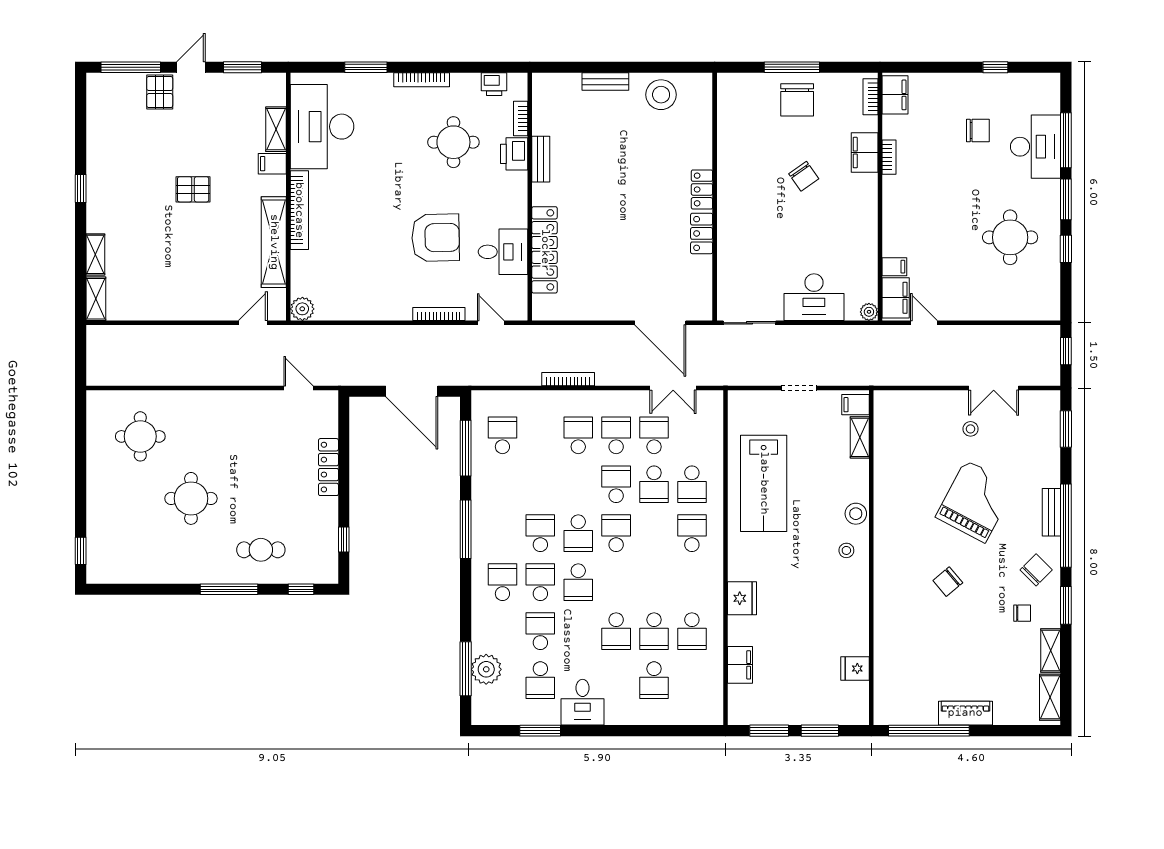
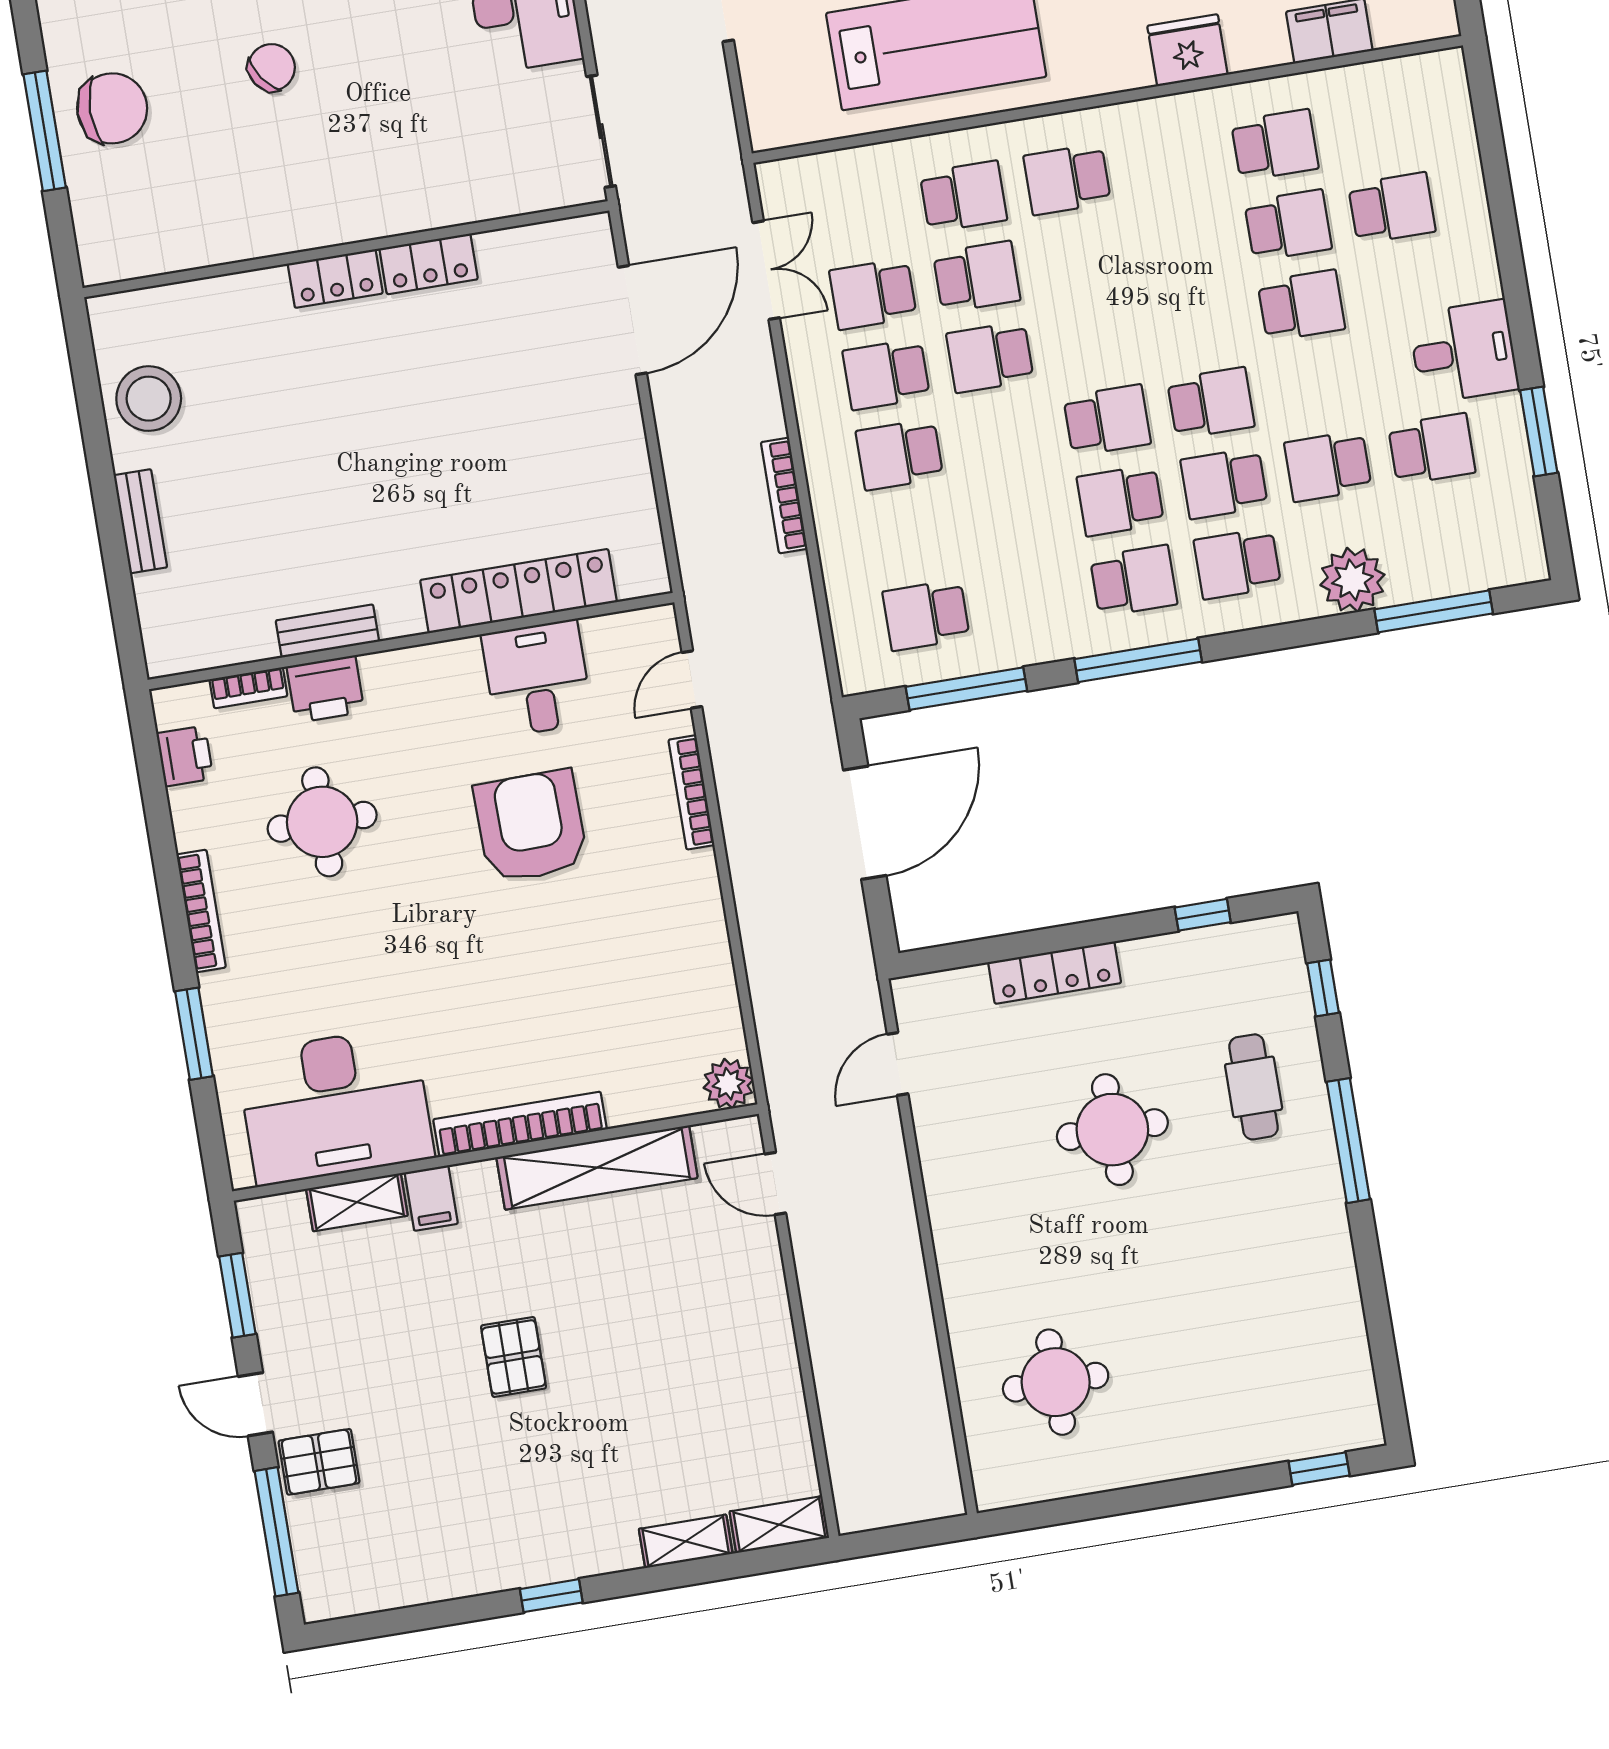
round table: (191, 498) -> (1112, 1130), moved
school desk: (616, 533) -> (1134, 581), moved, turned 180
plant: (486, 669) -> (1352, 580), moved

